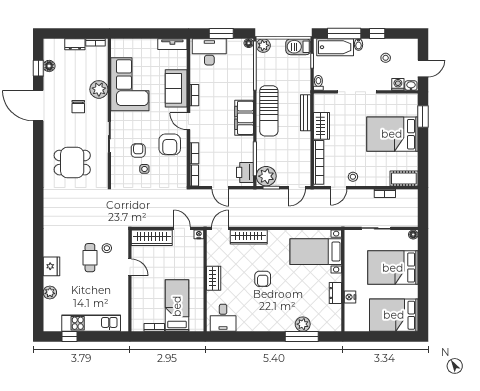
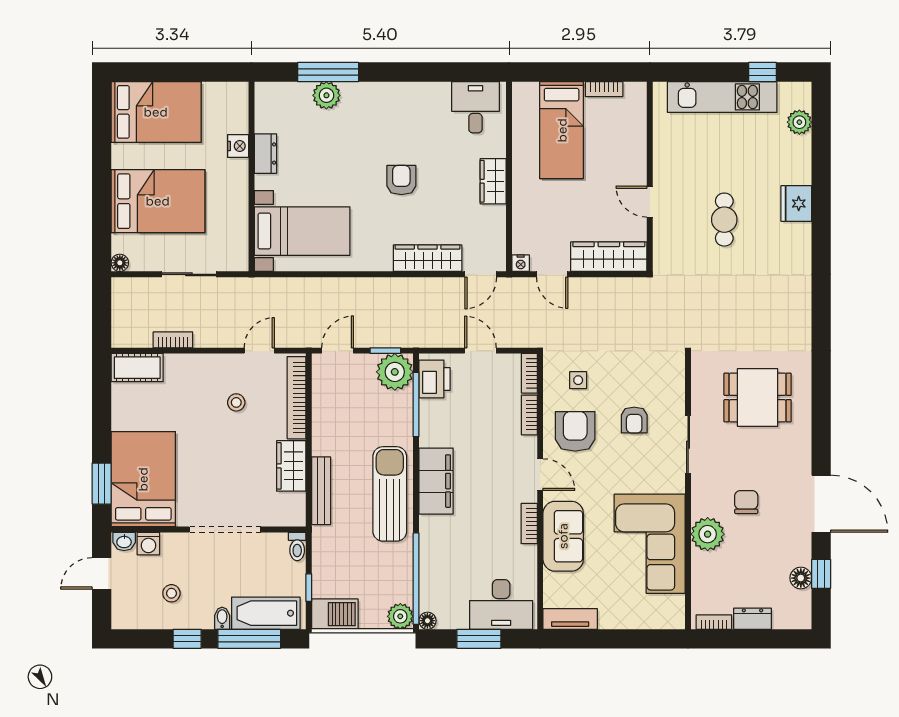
bed: (392, 134) -> (143, 479), moved, turned -90
side table: (144, 169) -> (578, 380), moved
stool: (353, 177) -> (236, 402), moved
stool: (107, 248) -> (693, 237), removed
plant: (50, 293) -> (799, 122), moved

